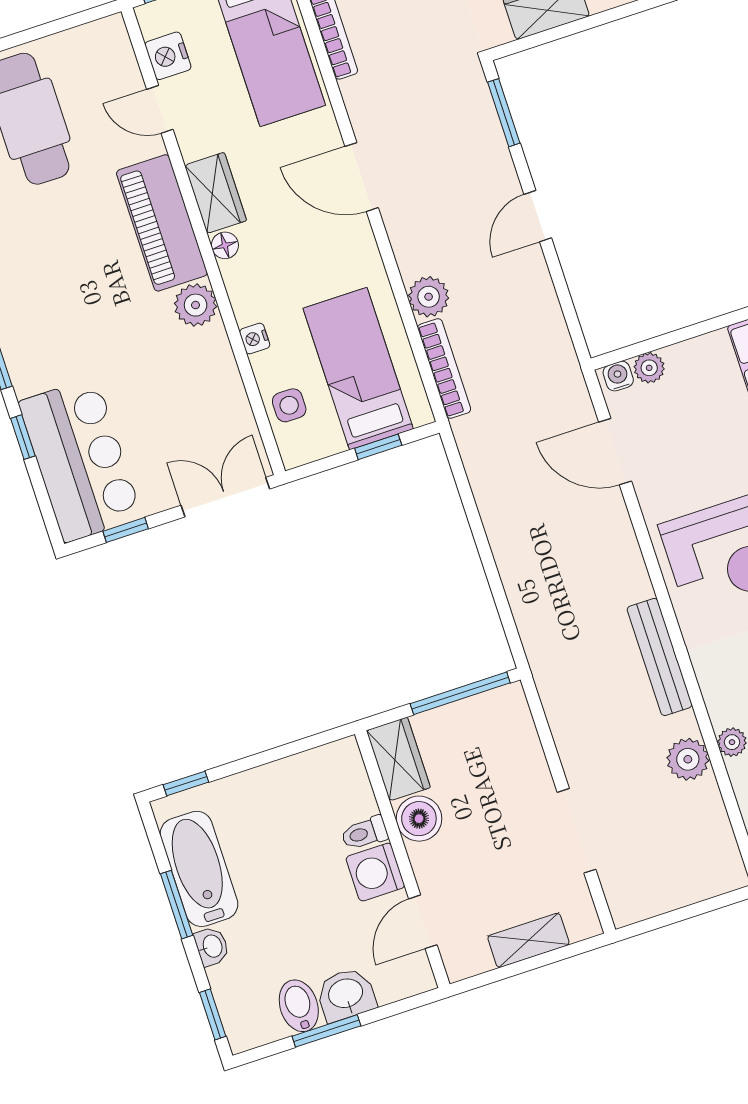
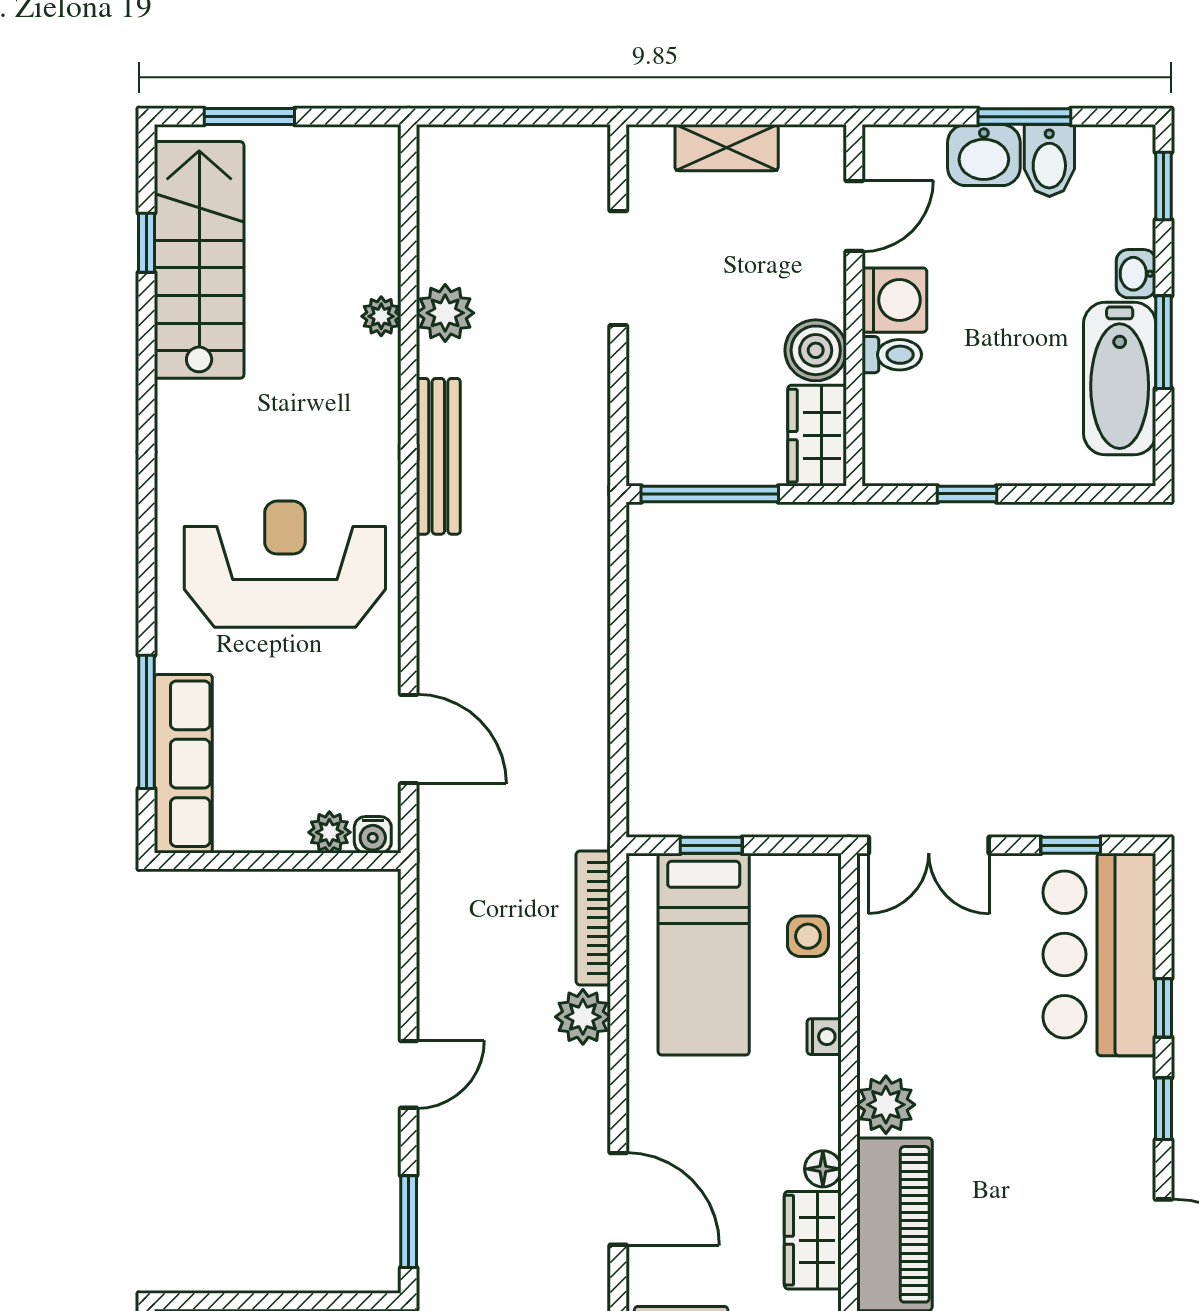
window: (186, 783) -> (967, 494), moved

